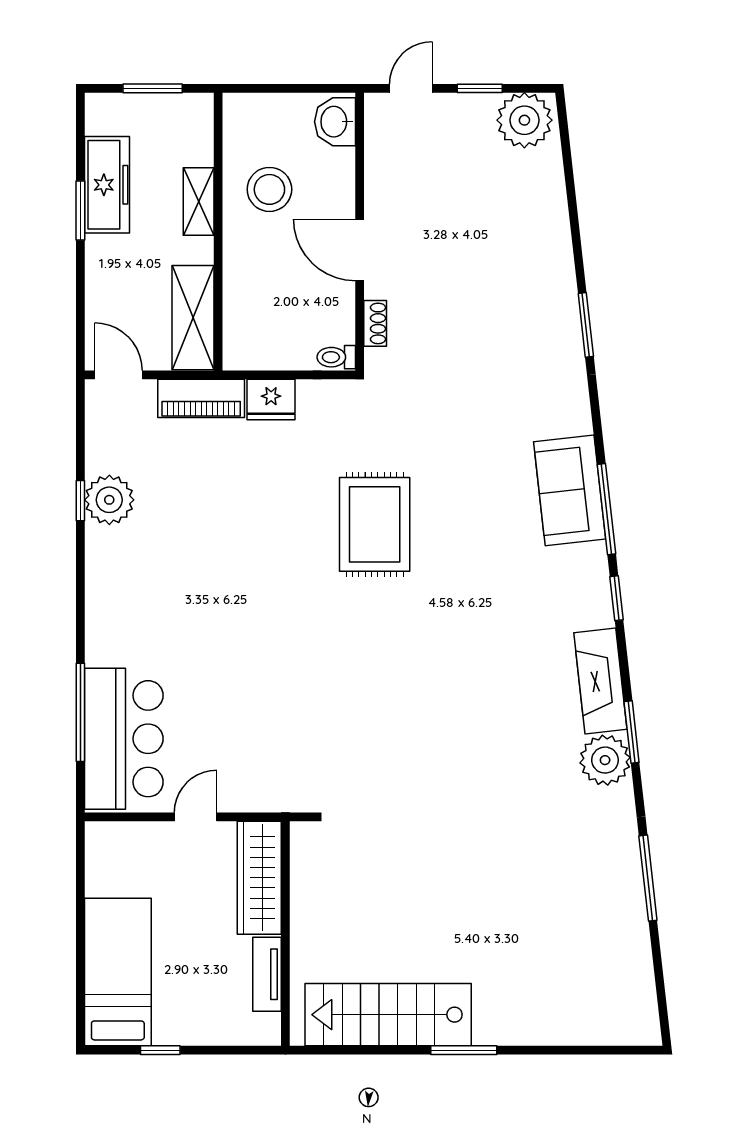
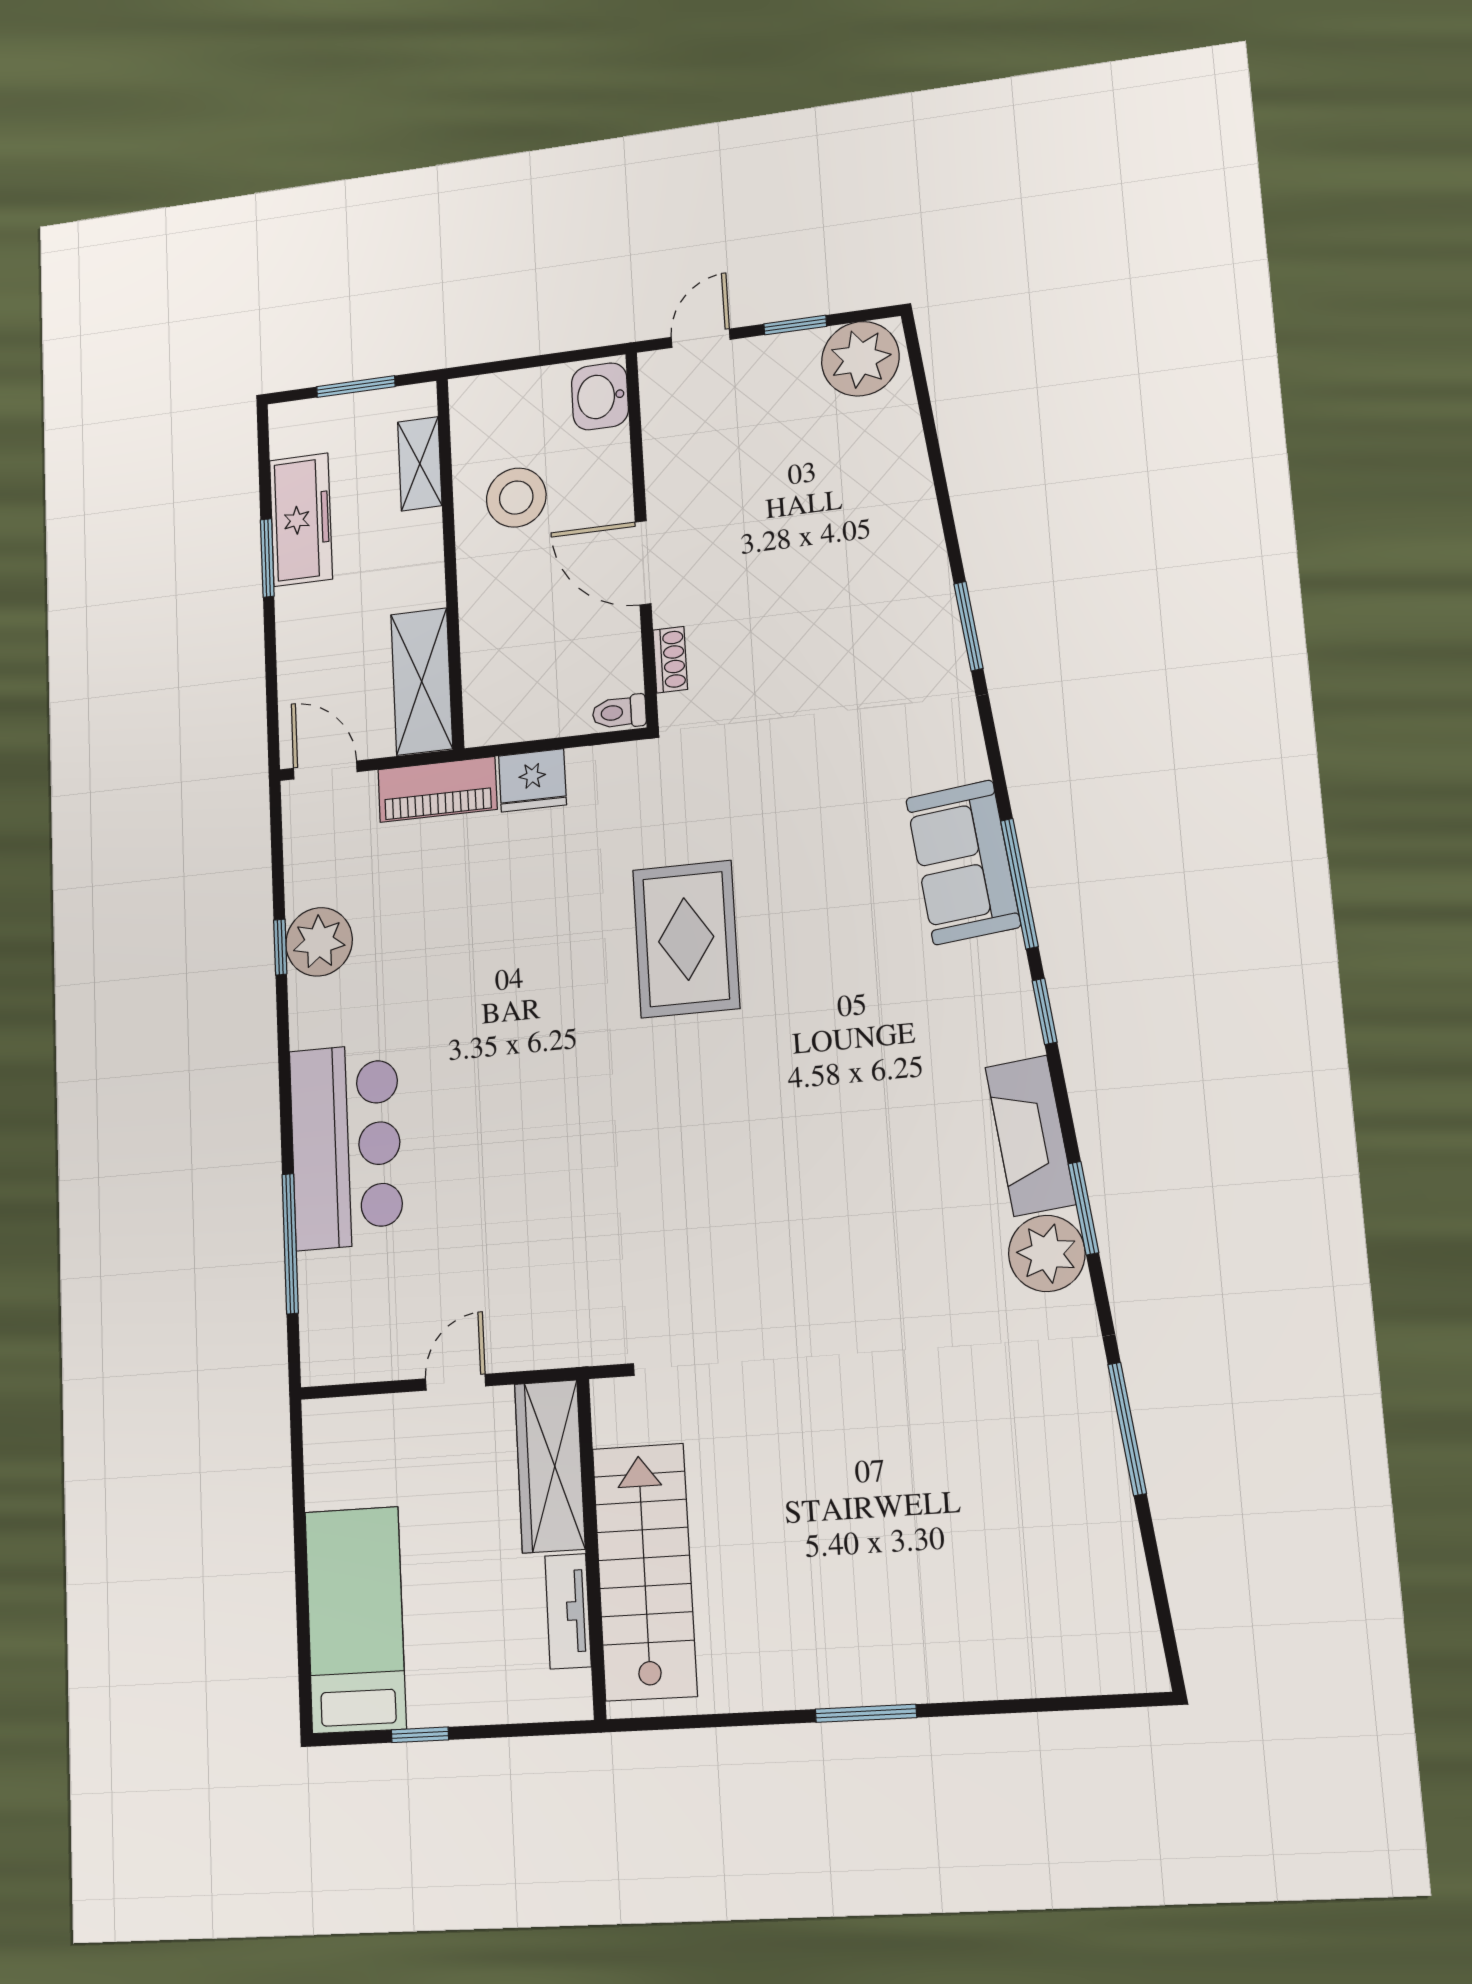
shelving: (199, 202) -> (420, 464), moved
bar counter: (124, 739) -> (346, 1146), moved
stairs: (388, 1015) -> (644, 1572), moved, turned 90

